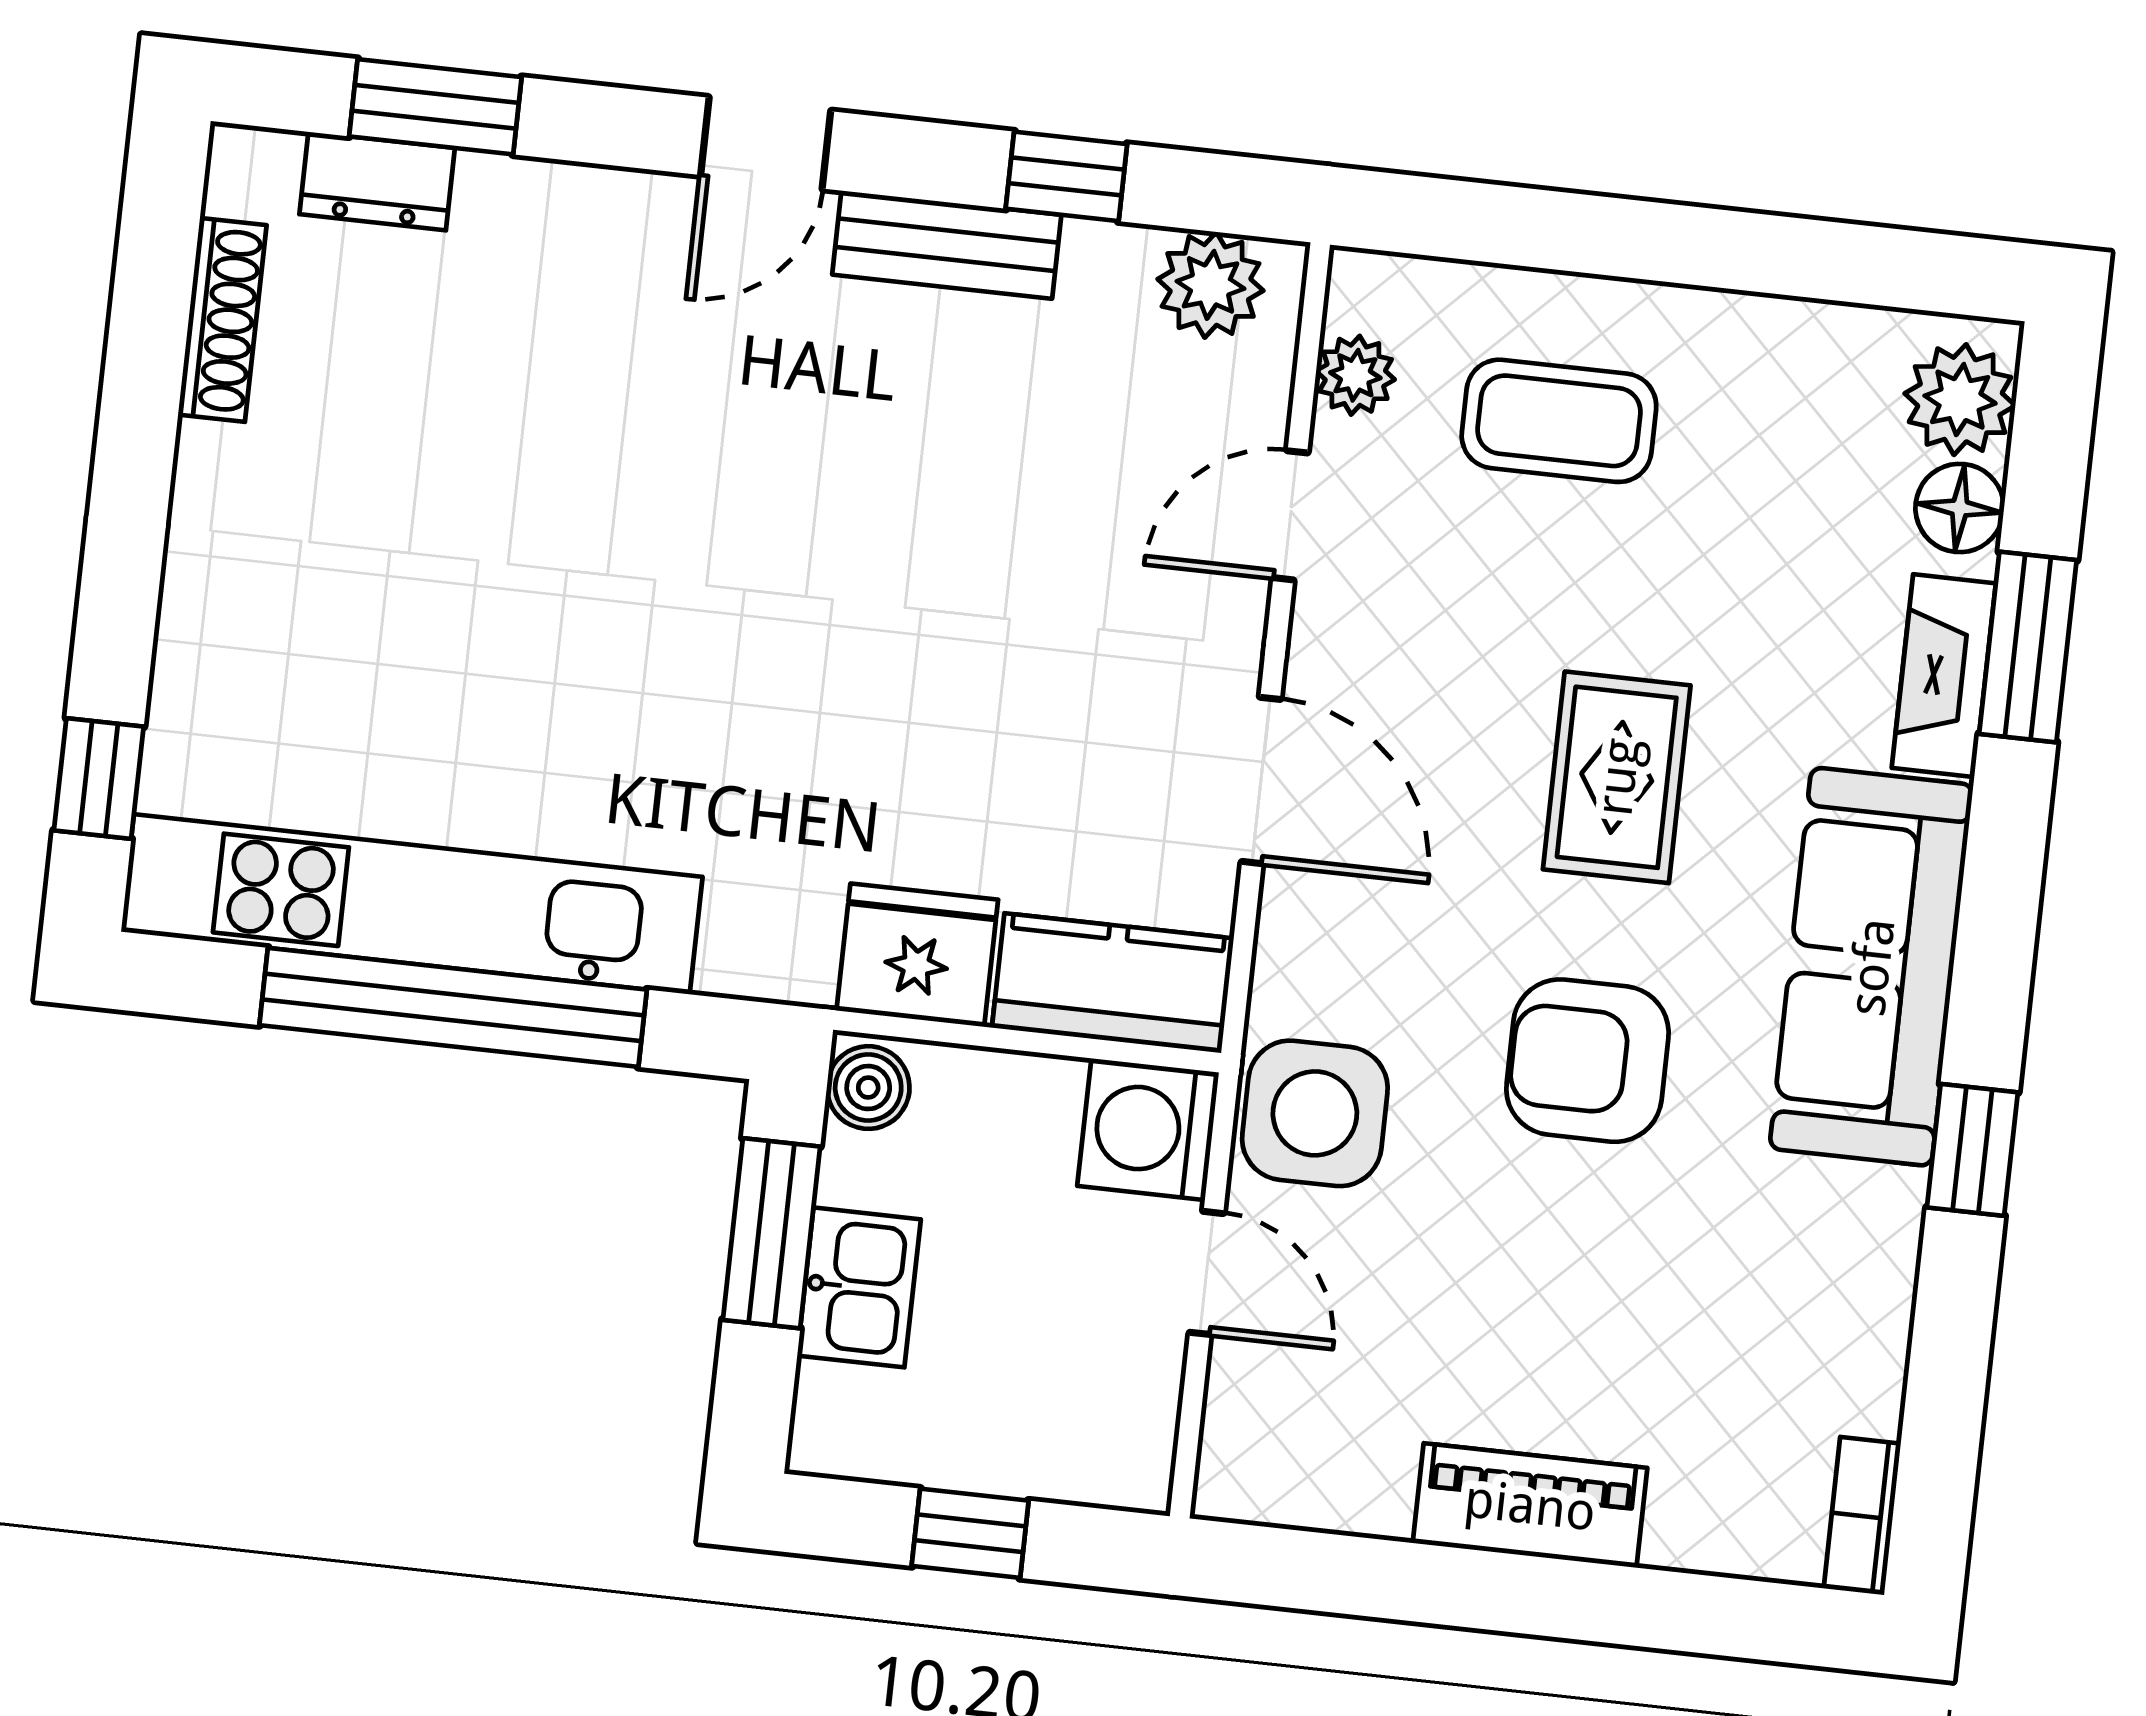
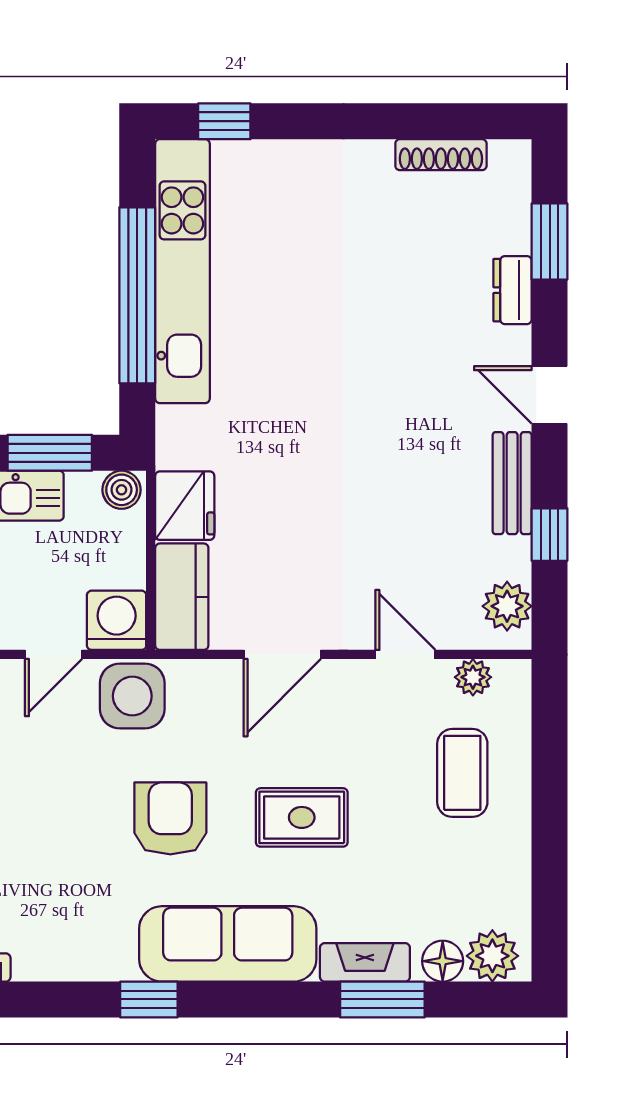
dresser: (377, 181) -> (512, 290), moved

